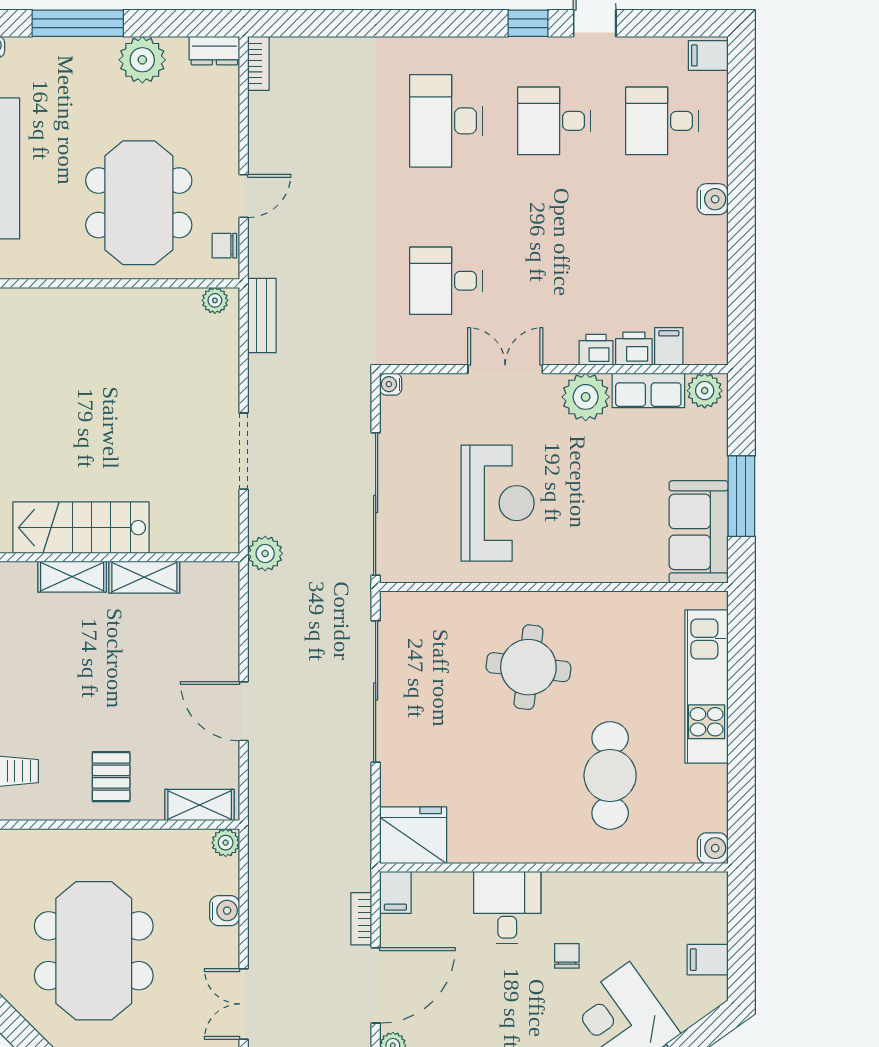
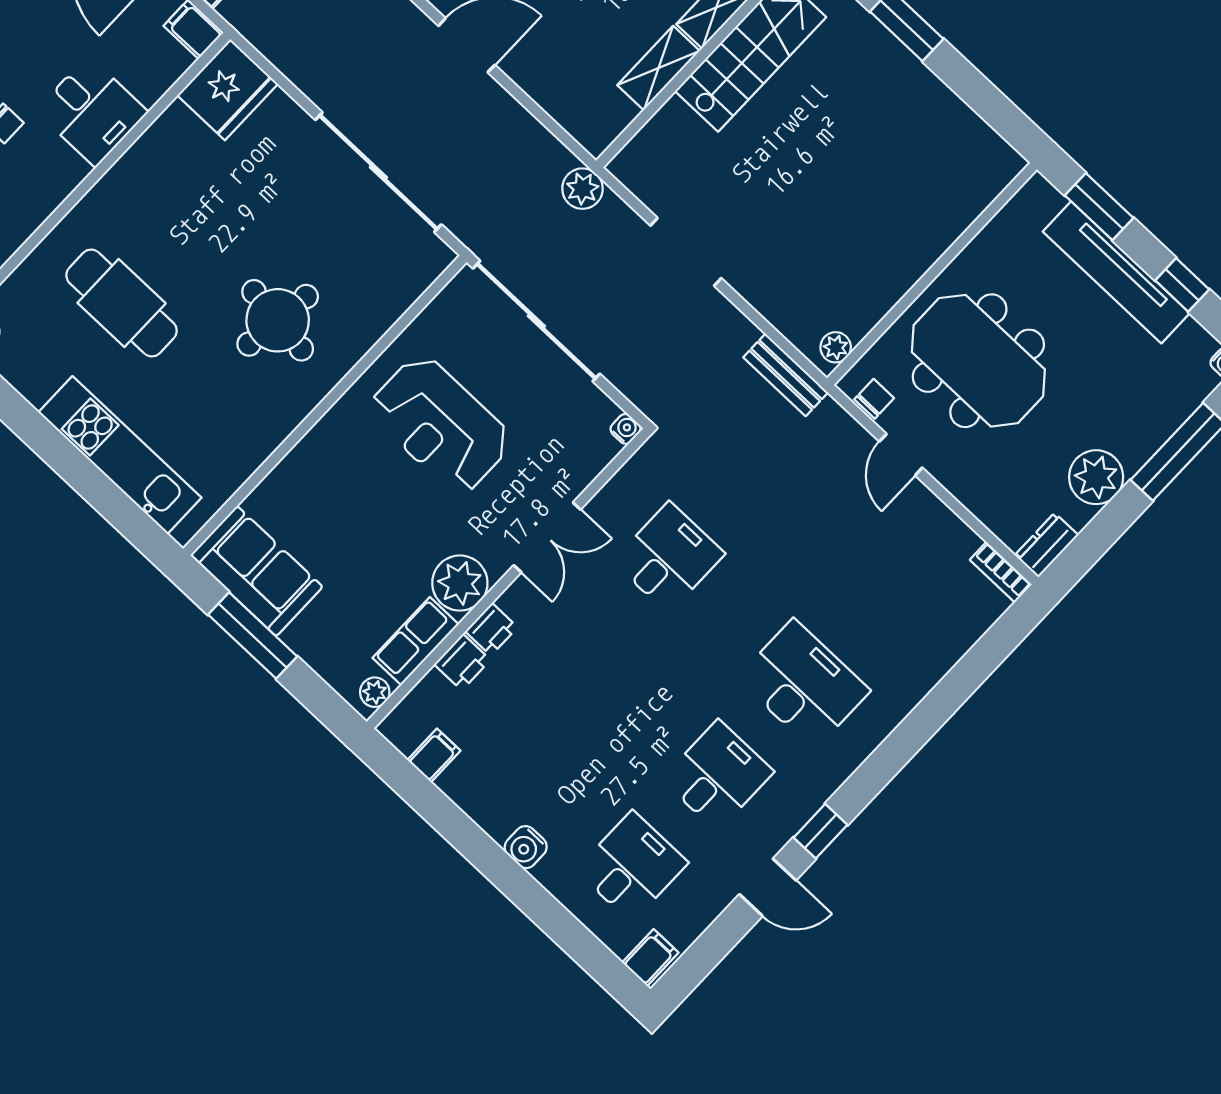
filing cabinet: (669, 346) -> (434, 755), moved, turned -90
plant: (705, 391) -> (375, 692), width x0.73, depth x0.73

